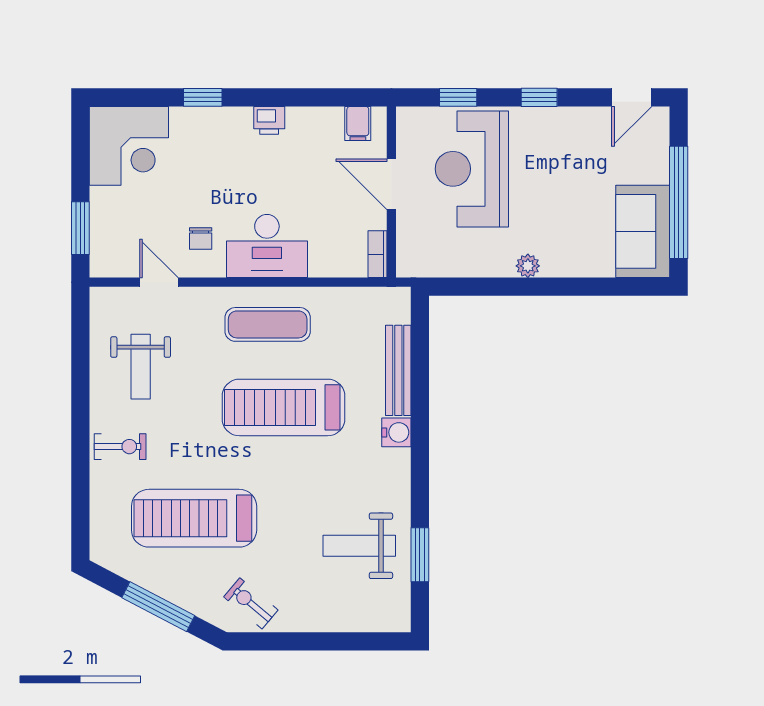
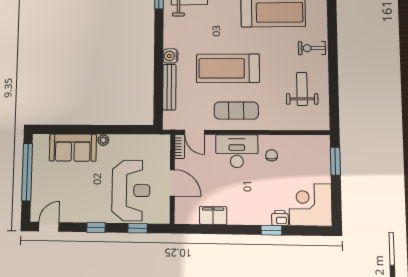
printer: (269, 120) -> (280, 218), moved
filing cabinet: (358, 124) -> (213, 215), moved, width x2.00
sofa: (643, 231) -> (73, 148), moved, turned 90
door: (159, 282) -> (195, 132), moved
treadmill: (284, 407) -> (228, 68), turned 180

